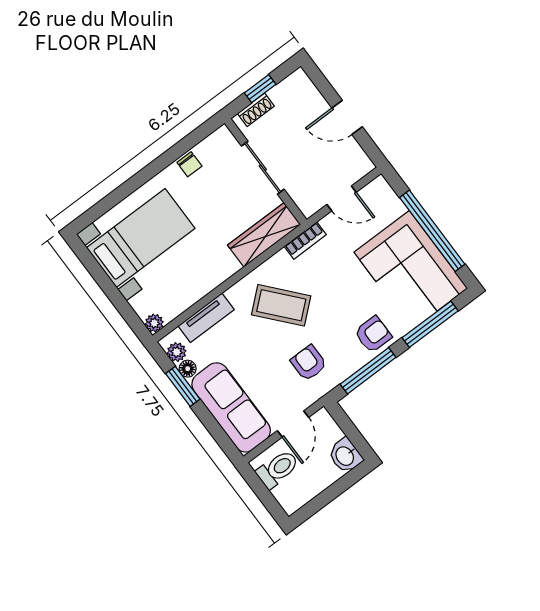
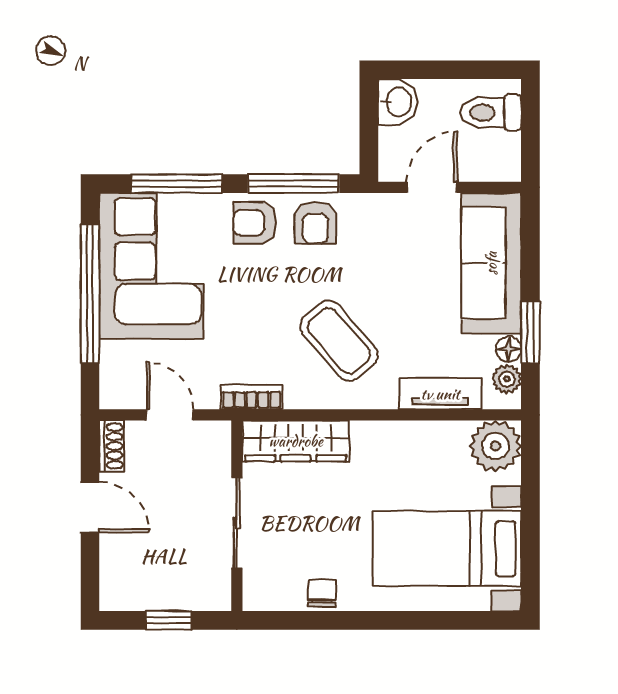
shoe rack: (256, 110) -> (112, 446), moved, turned 90
plant: (154, 323) -> (496, 446), width x1.87, depth x1.87
armchair: (309, 363) -> (315, 223), moved
toilet: (278, 469) -> (491, 113), moved

